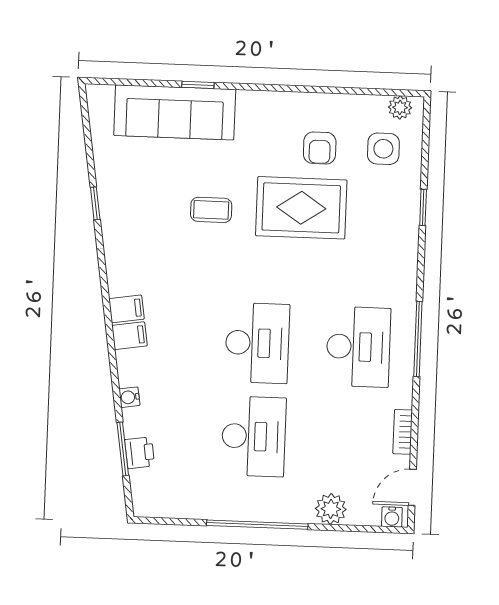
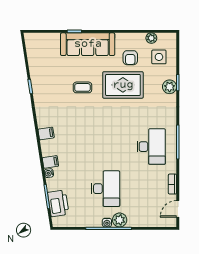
plant: (400, 107) -> (151, 38), moved
sofa: (175, 112) -> (88, 44), moved
plant: (404, 216) -> (170, 87), added
filing cabinet: (129, 336) -> (50, 162), moved
desk: (257, 343) -> (106, 147), removed
printer: (140, 453) -> (58, 203), width x1.87, depth x1.48
plant: (331, 509) -> (120, 220), moved
water cooler: (392, 517) -> (107, 223), moved

